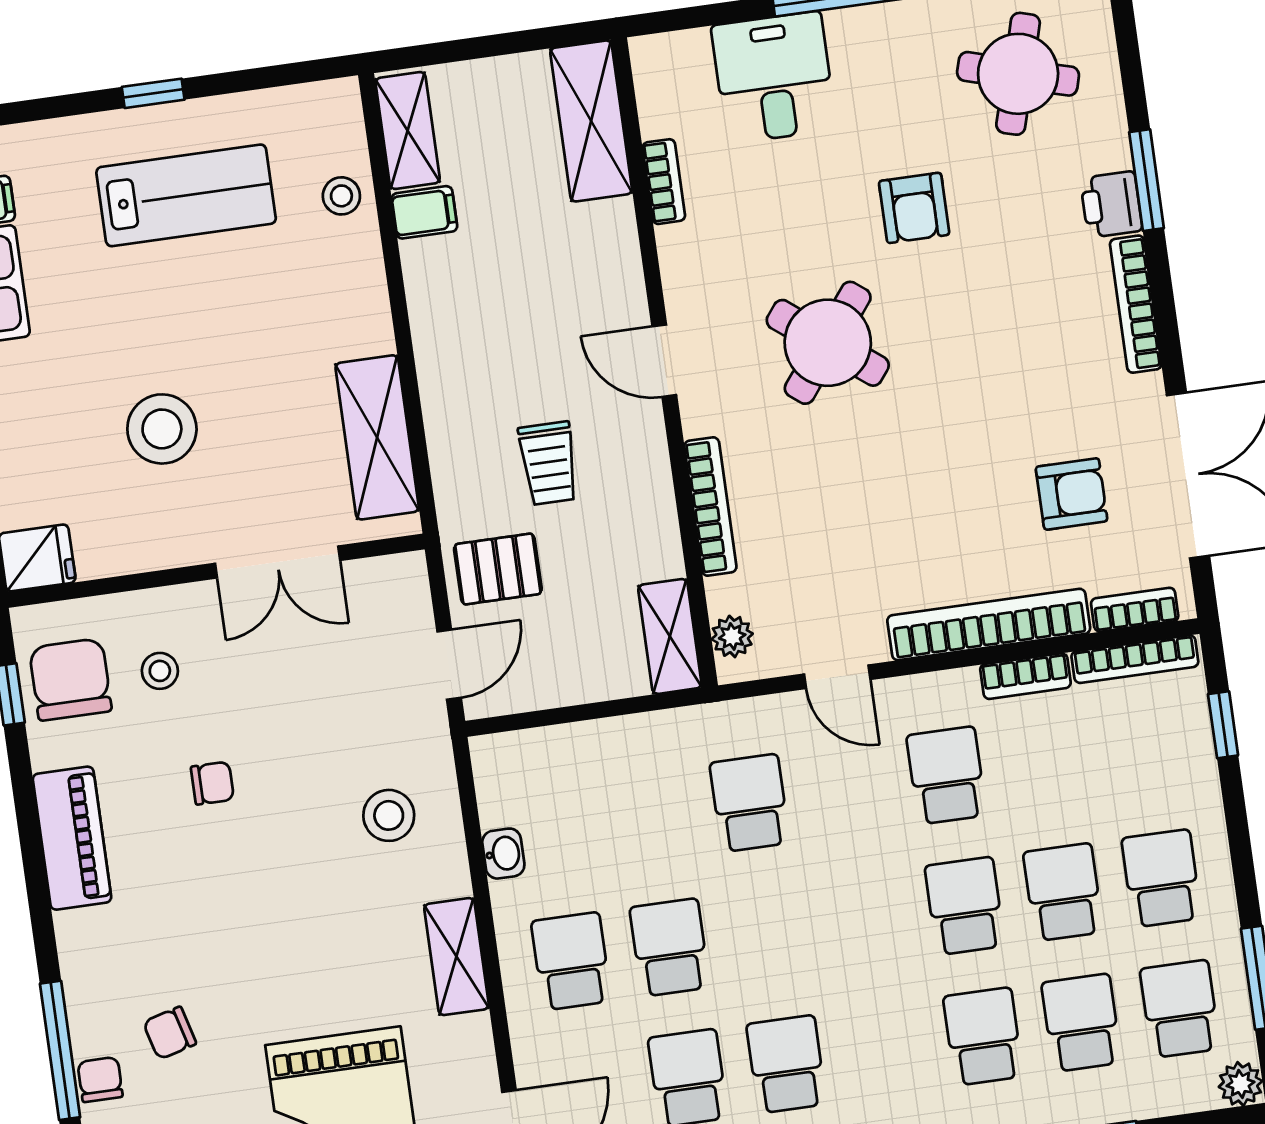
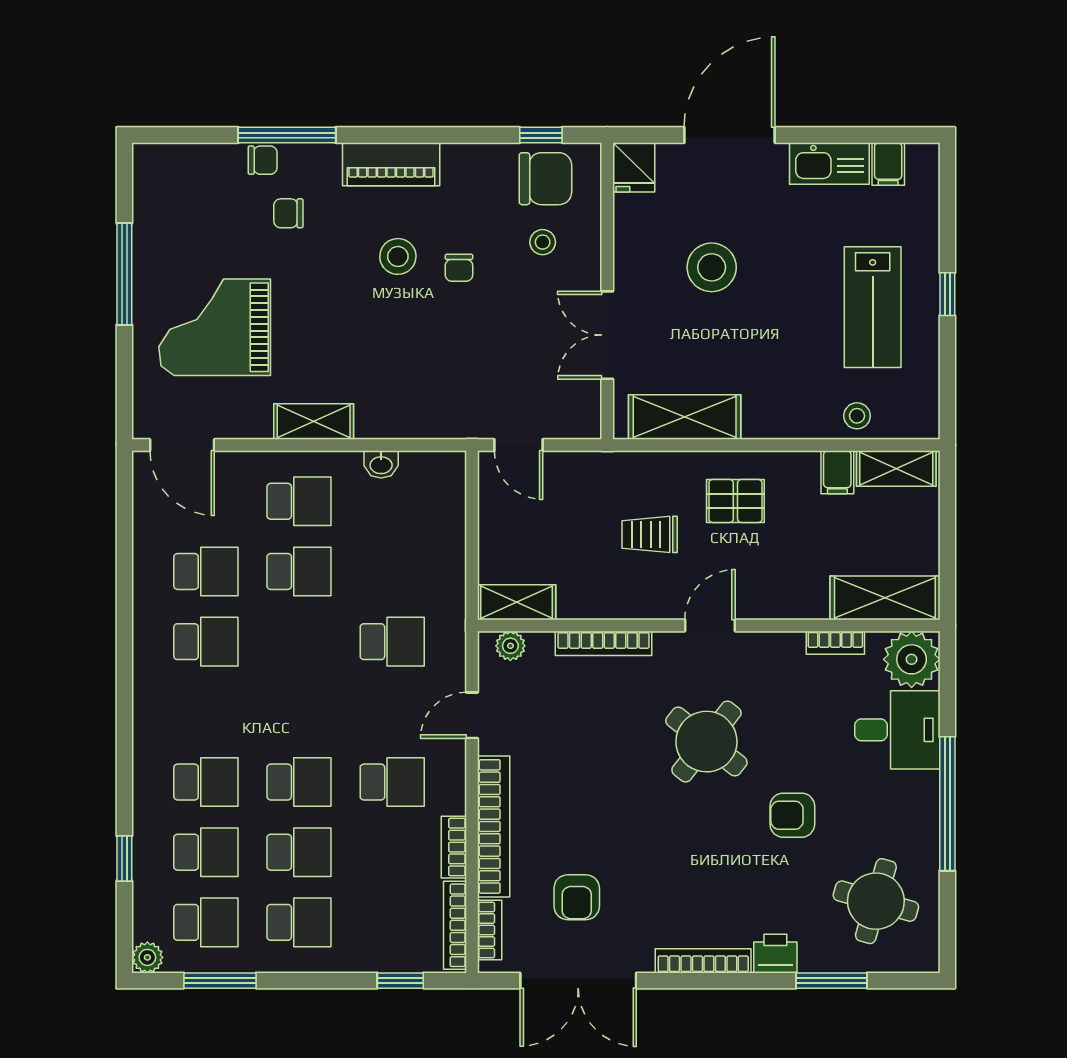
plant: (672, 72) -> (912, 659), added
window: (1146, 180) -> (831, 981), moved
pallet: (498, 569) -> (735, 501), moved, turned 90
stool: (389, 815) -> (398, 256), moved
piano: (72, 838) -> (391, 164), moved
chair: (170, 1033) -> (288, 213), turned -75

